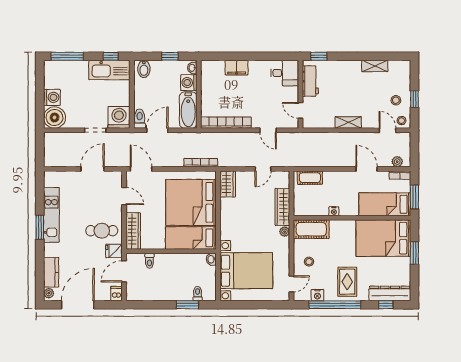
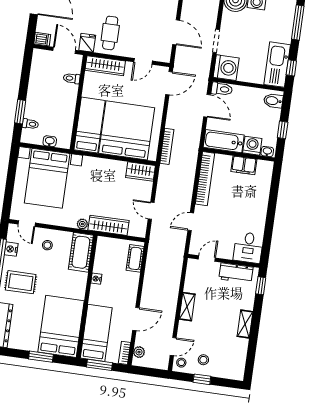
shelving: (375, 66) -> (245, 324), moved
filing cabinet: (237, 68) -> (244, 165), moved, turned -90
washbasin: (211, 259) -> (50, 141), moved

